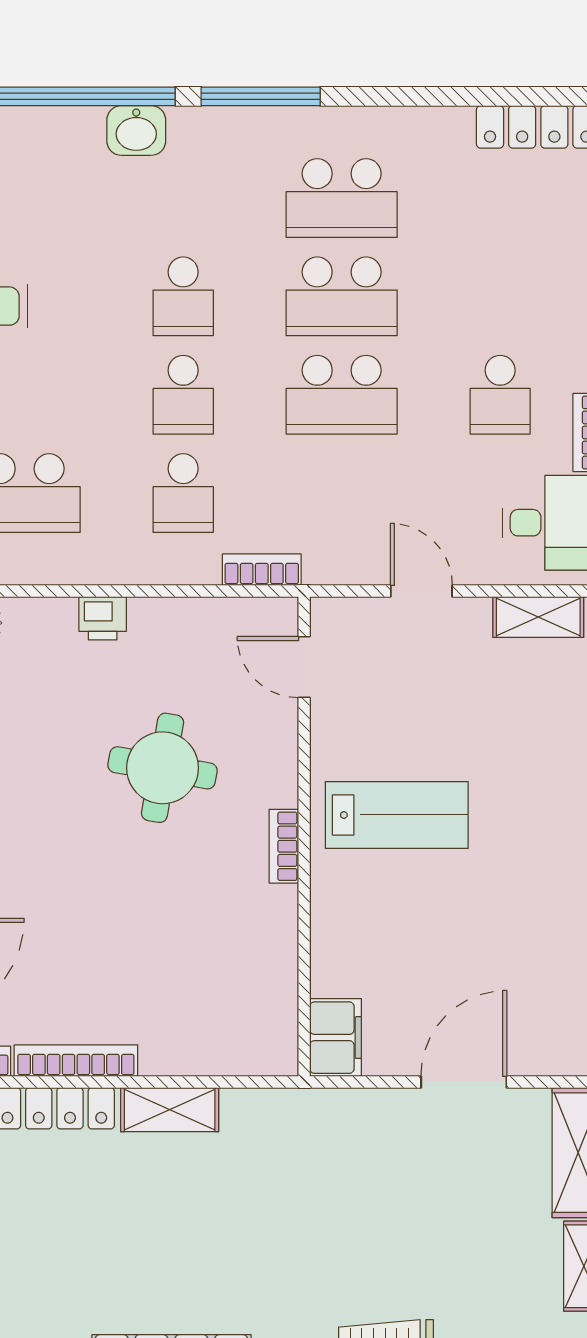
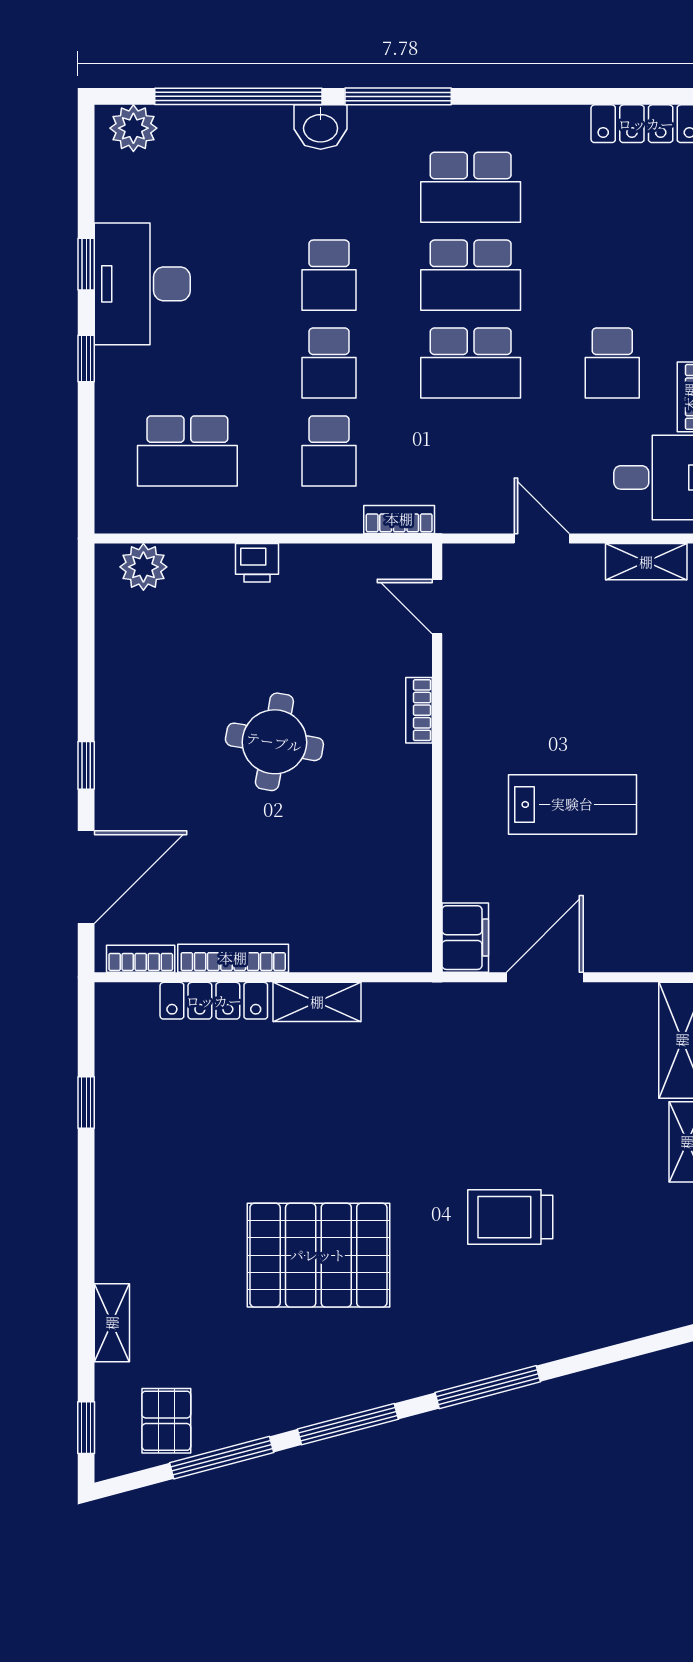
washbasin: (136, 131) -> (321, 127), moved
round table: (163, 768) -> (274, 742), moved
lab bench: (397, 815) -> (572, 804), moved
bookcase: (284, 846) -> (419, 710), moved
door: (464, 1082) -> (545, 977), moved

